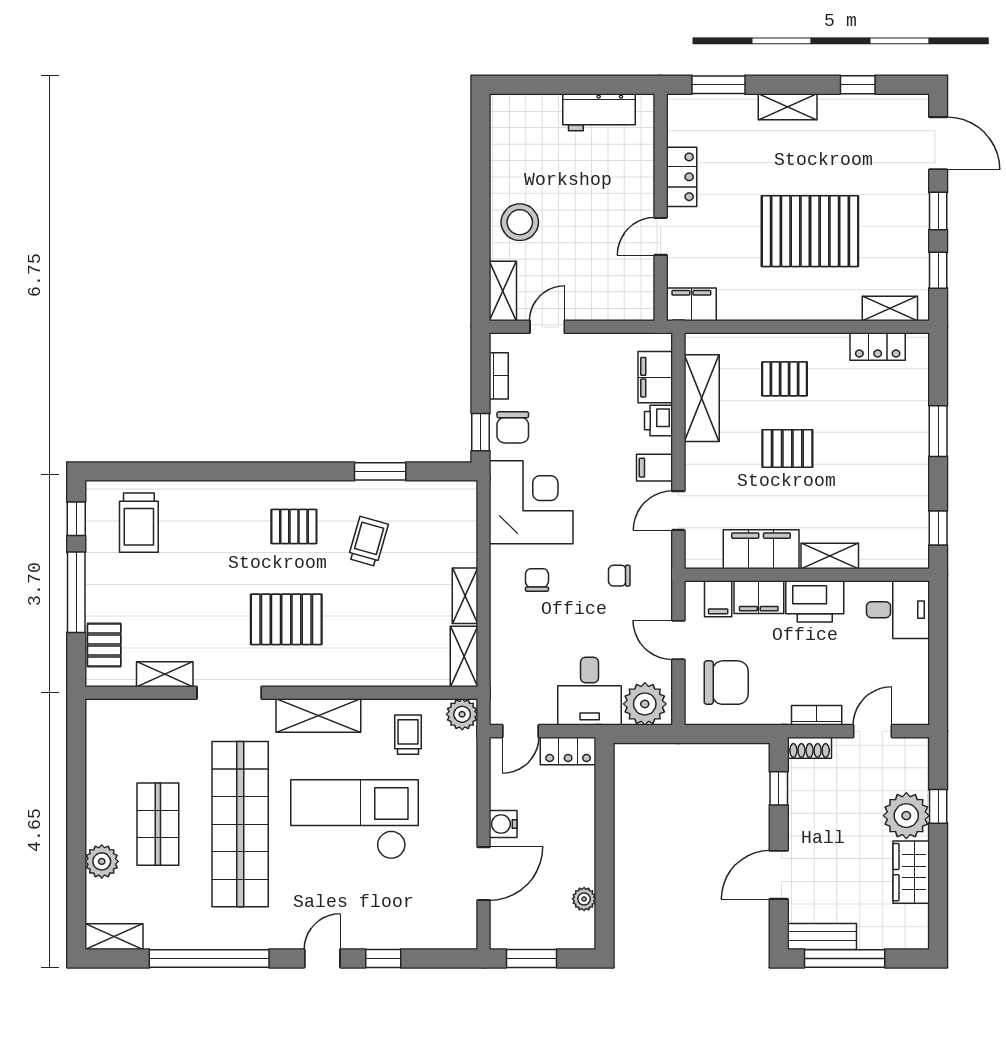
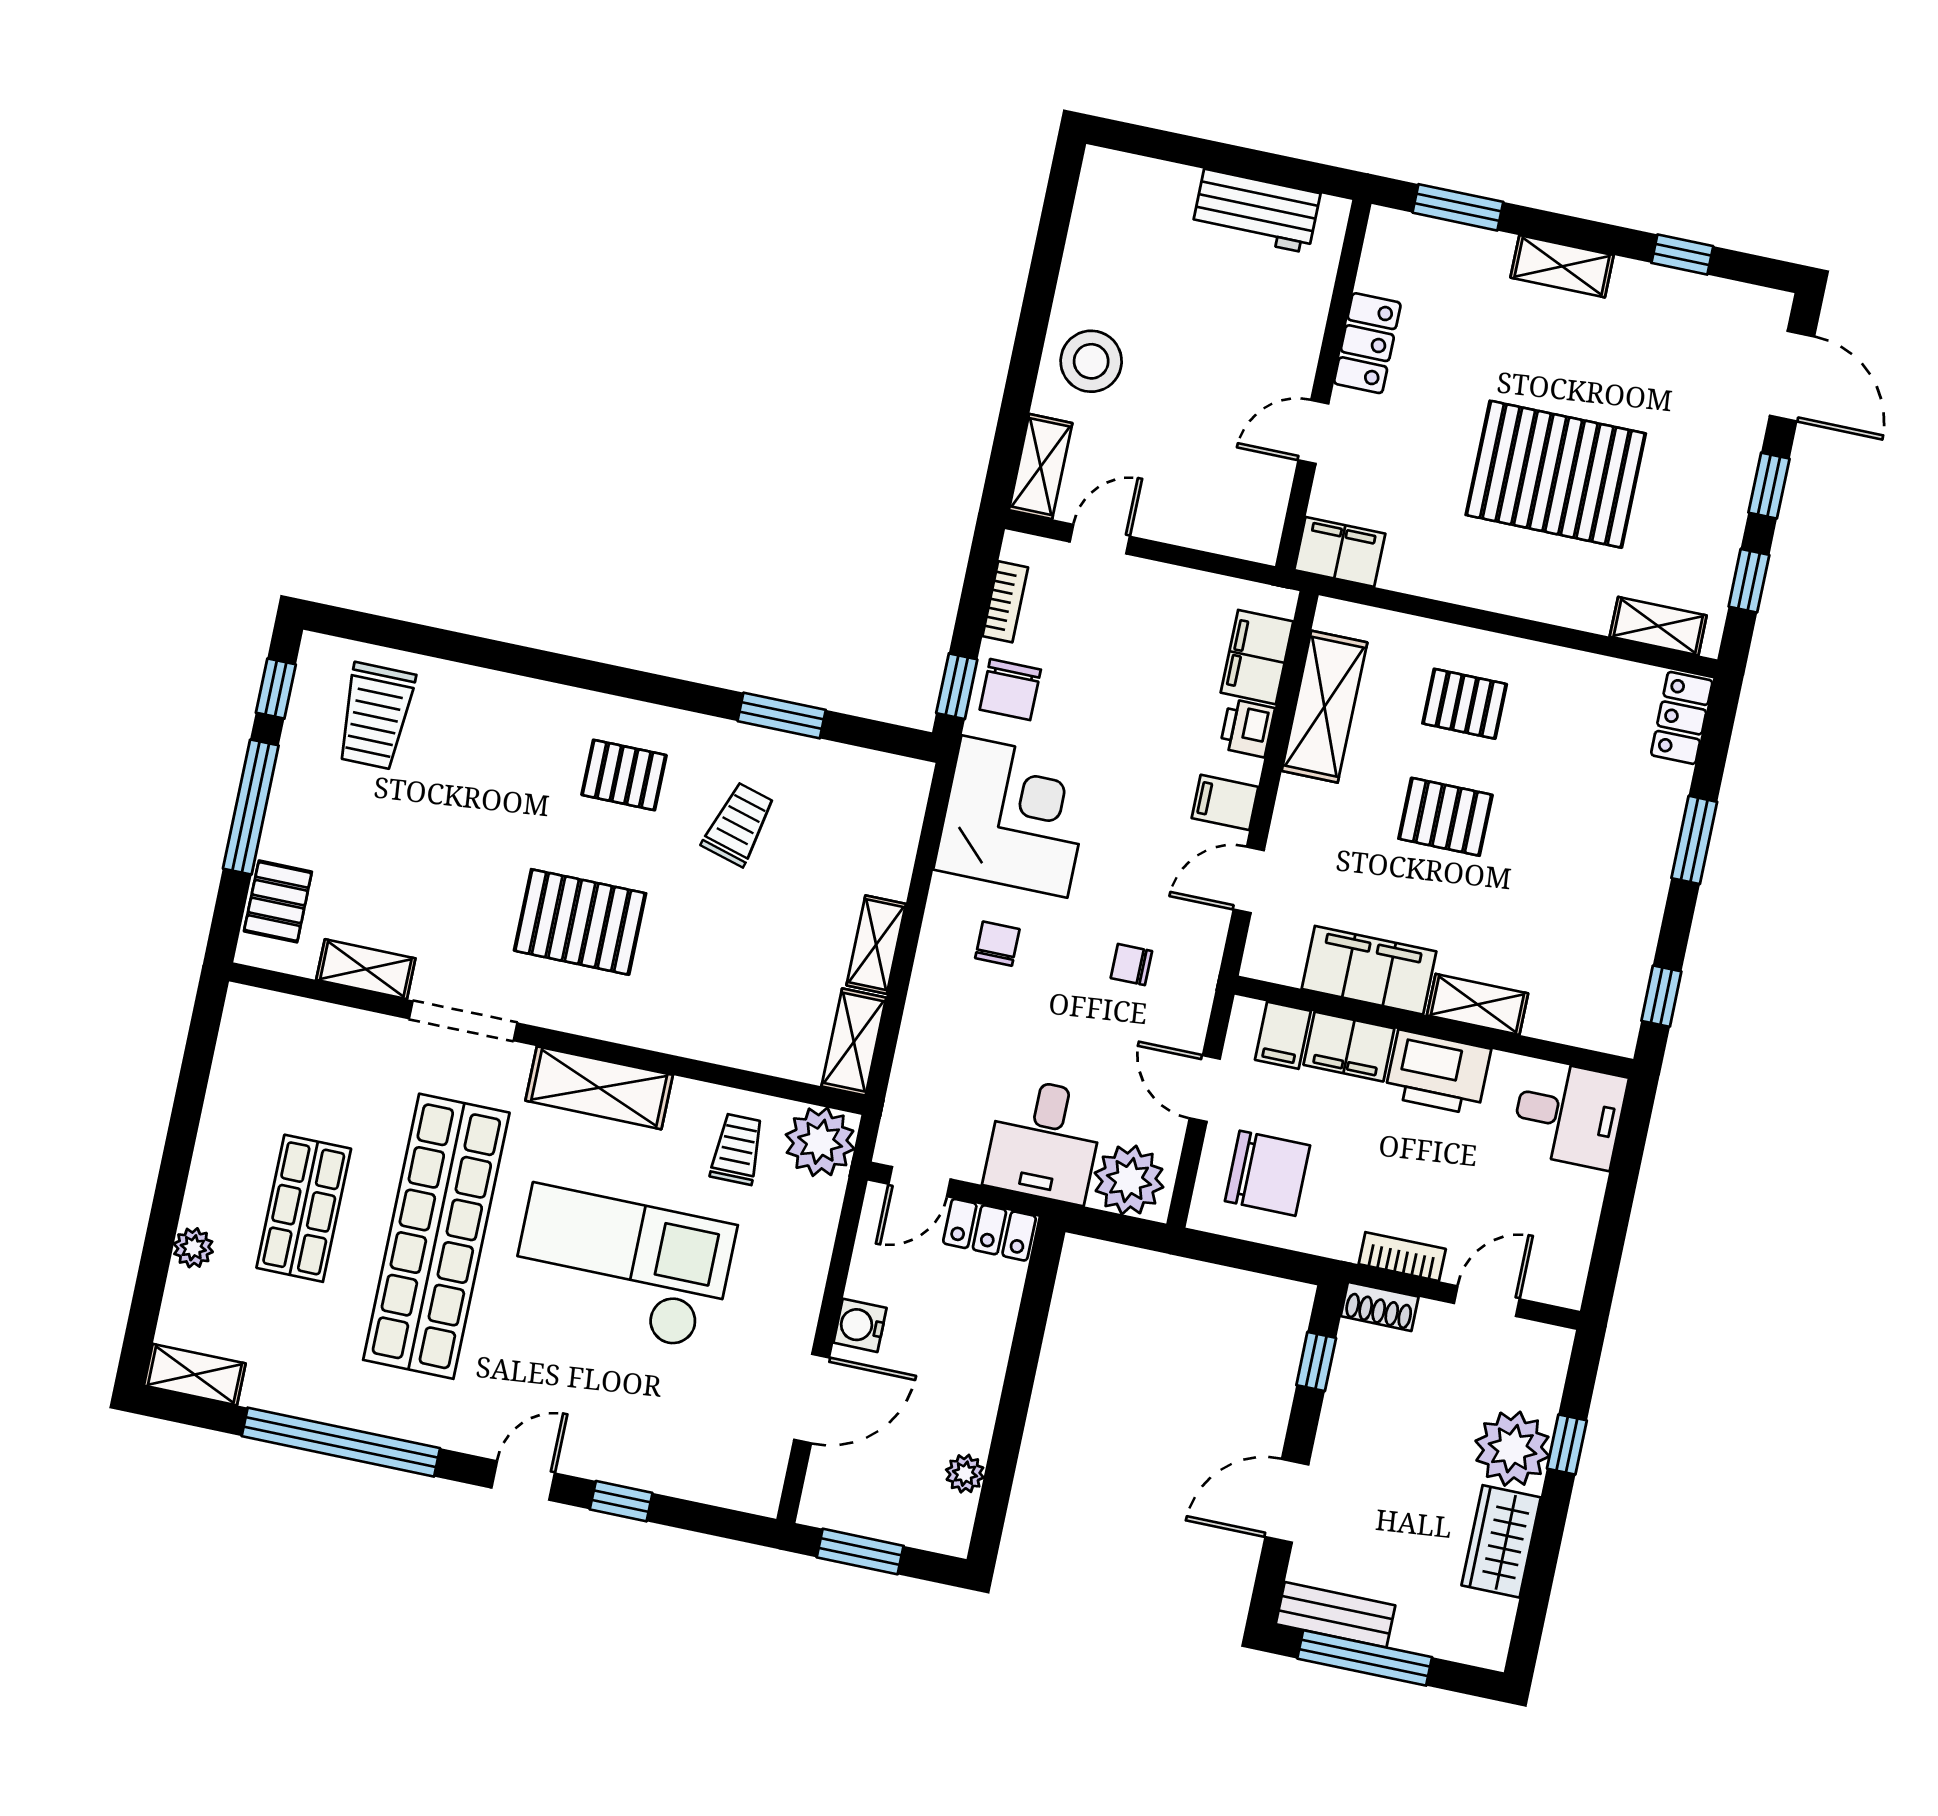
locker: (878, 347) -> (1682, 718), moved, turned 90
plant: (462, 714) -> (820, 1142), width x1.36, depth x1.36
plant: (102, 861) -> (193, 1248), width x0.73, depth x0.73

